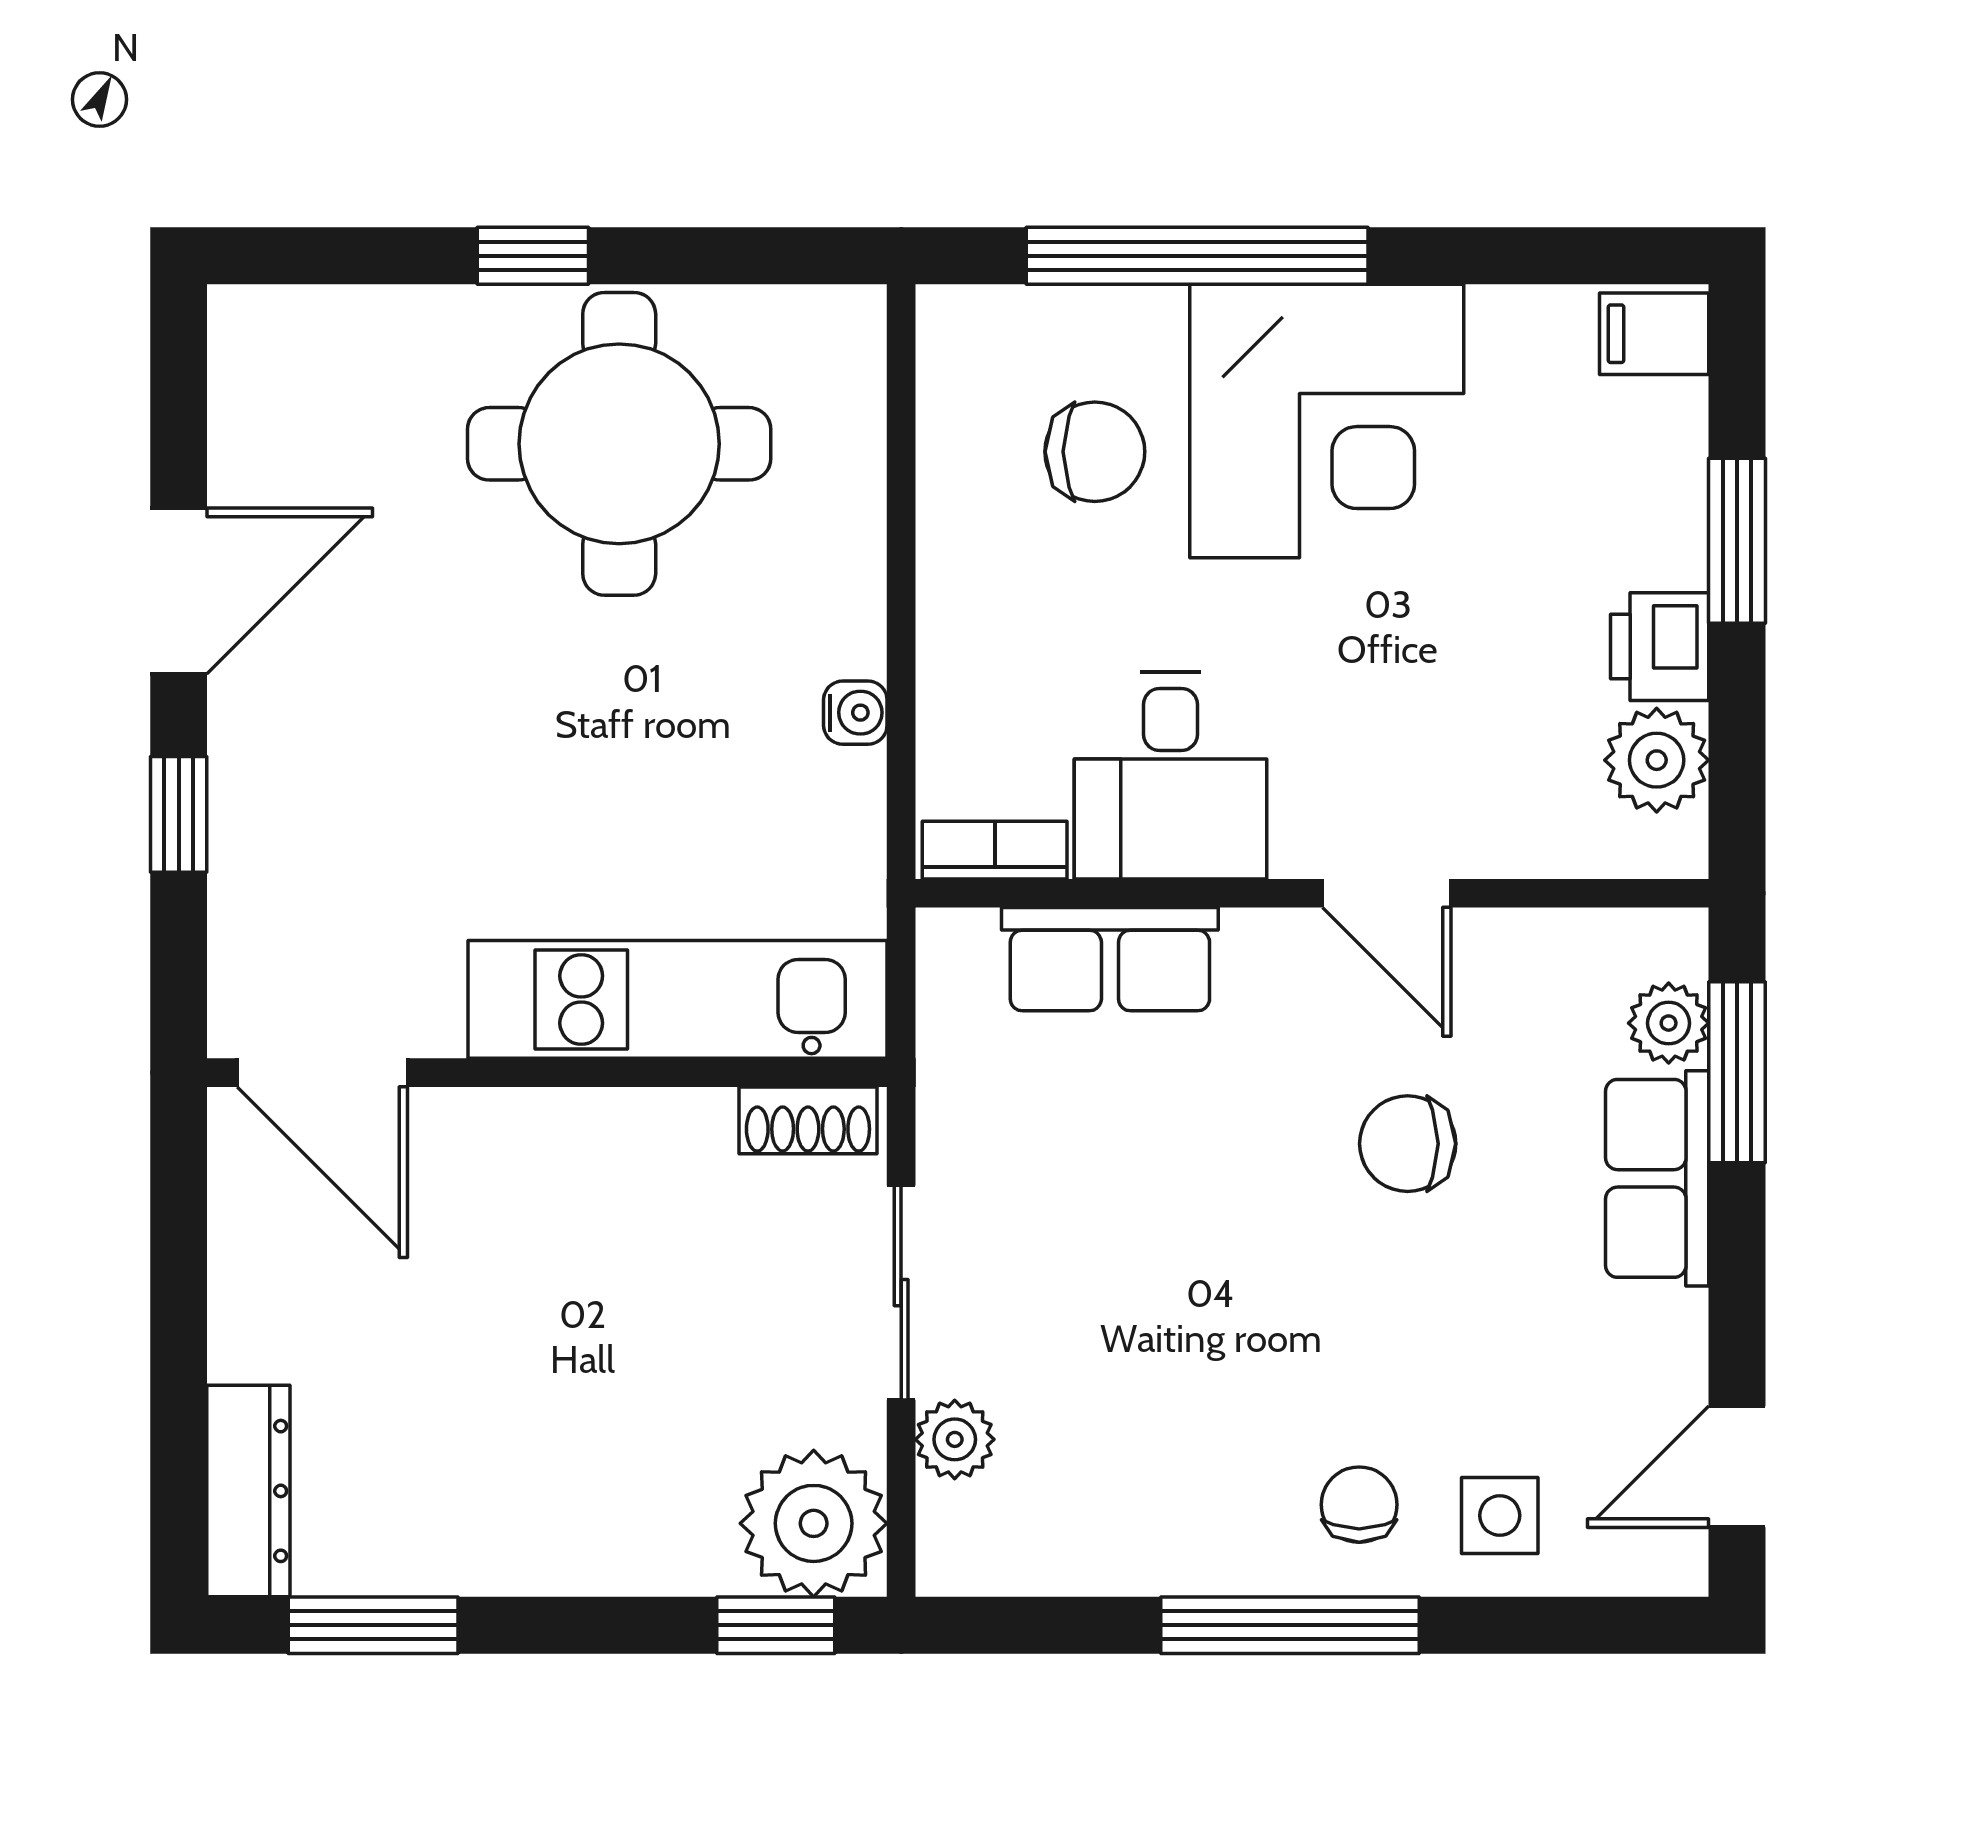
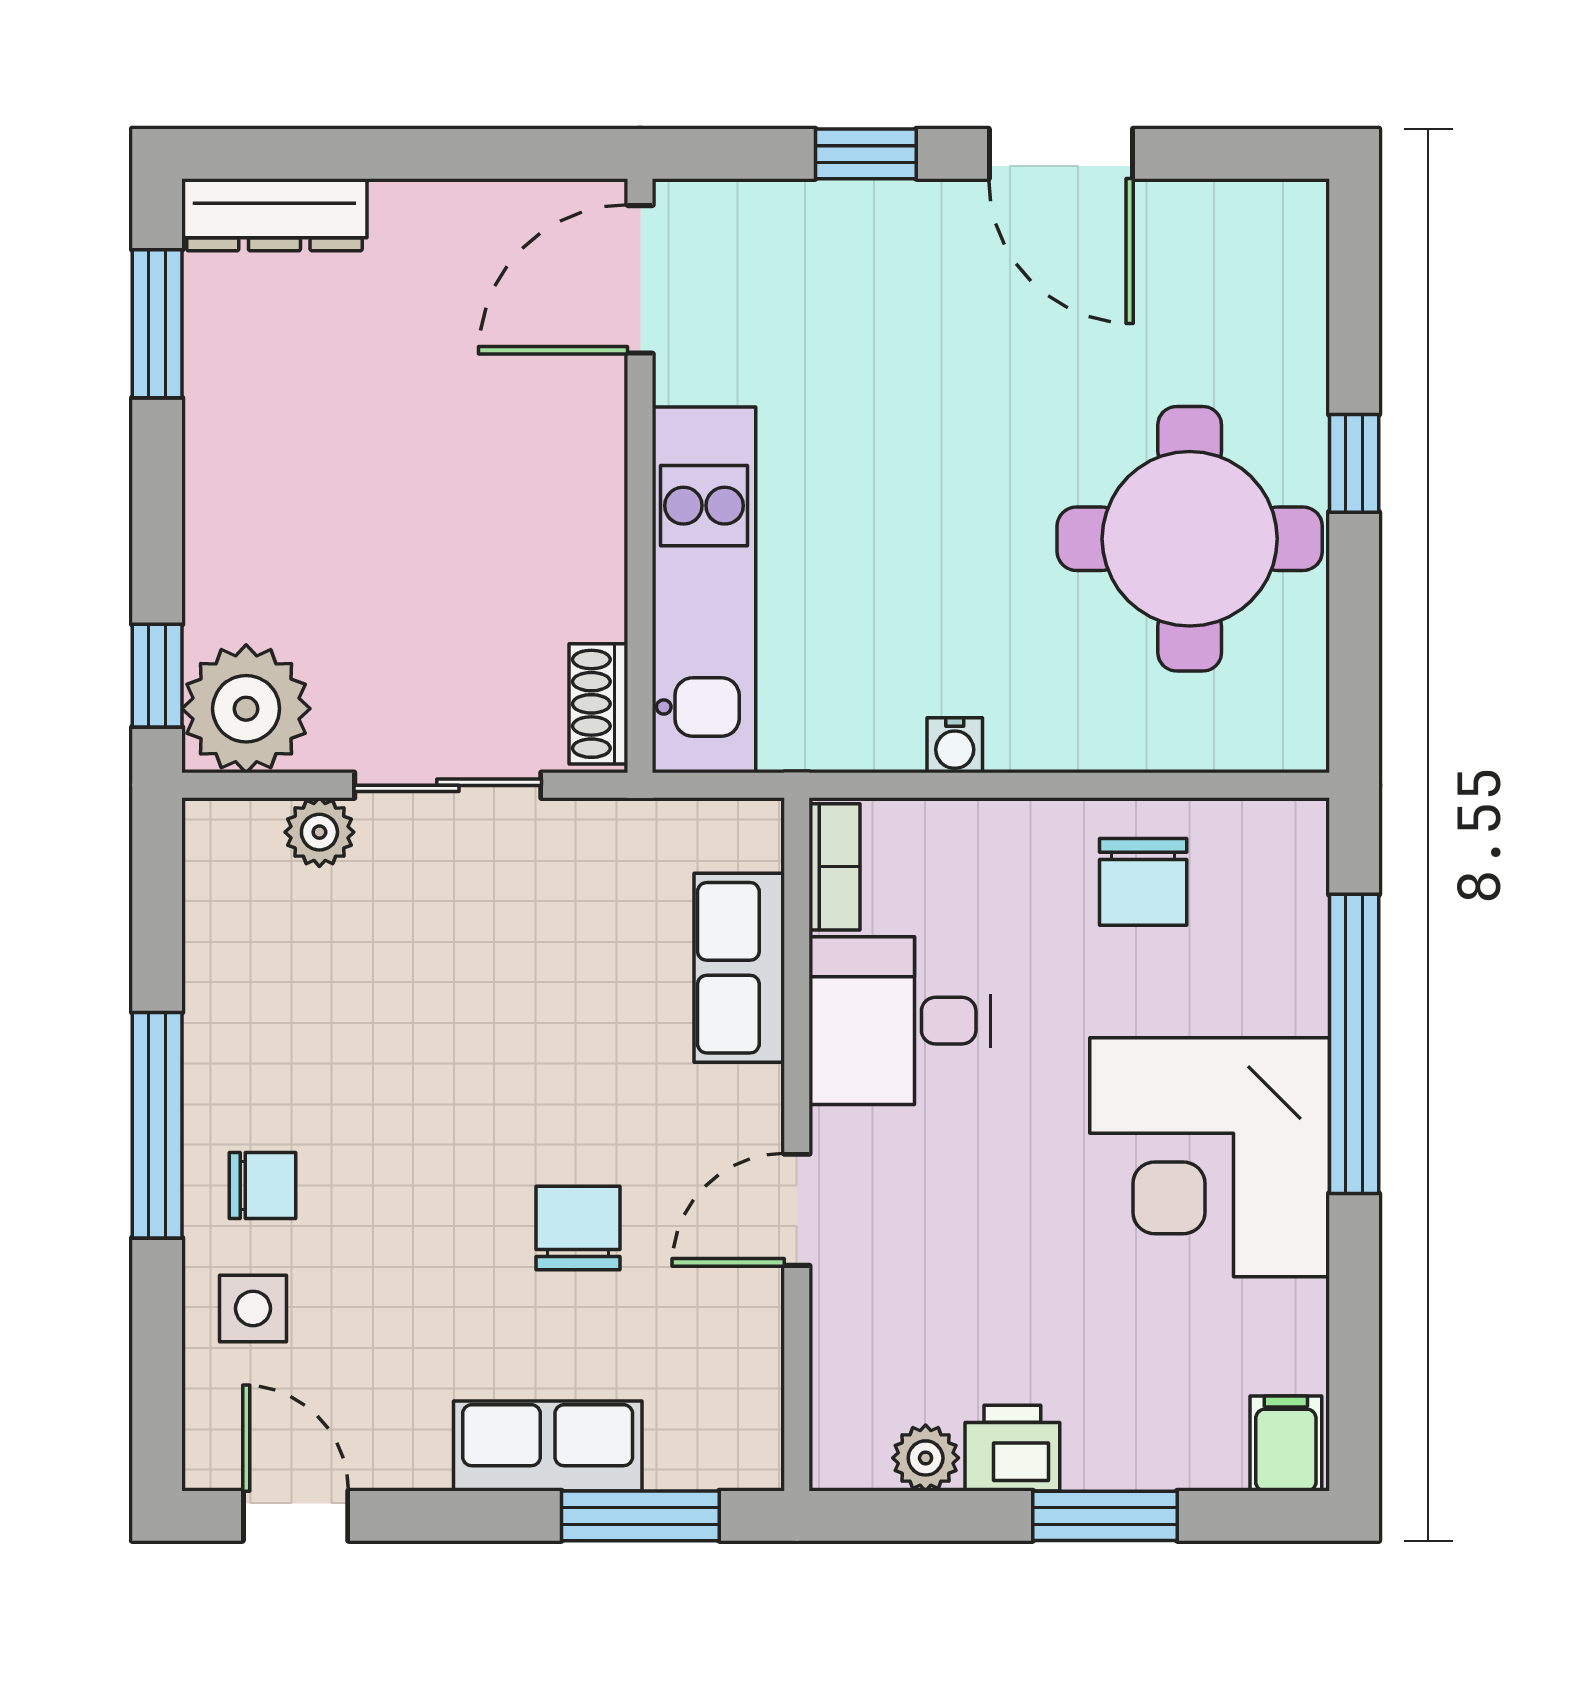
chair: (1095, 452) -> (1143, 882), moved
plant: (1657, 760) -> (926, 1458), width x0.73, depth x0.73
plant: (1669, 1023) -> (683, 1456), removed

